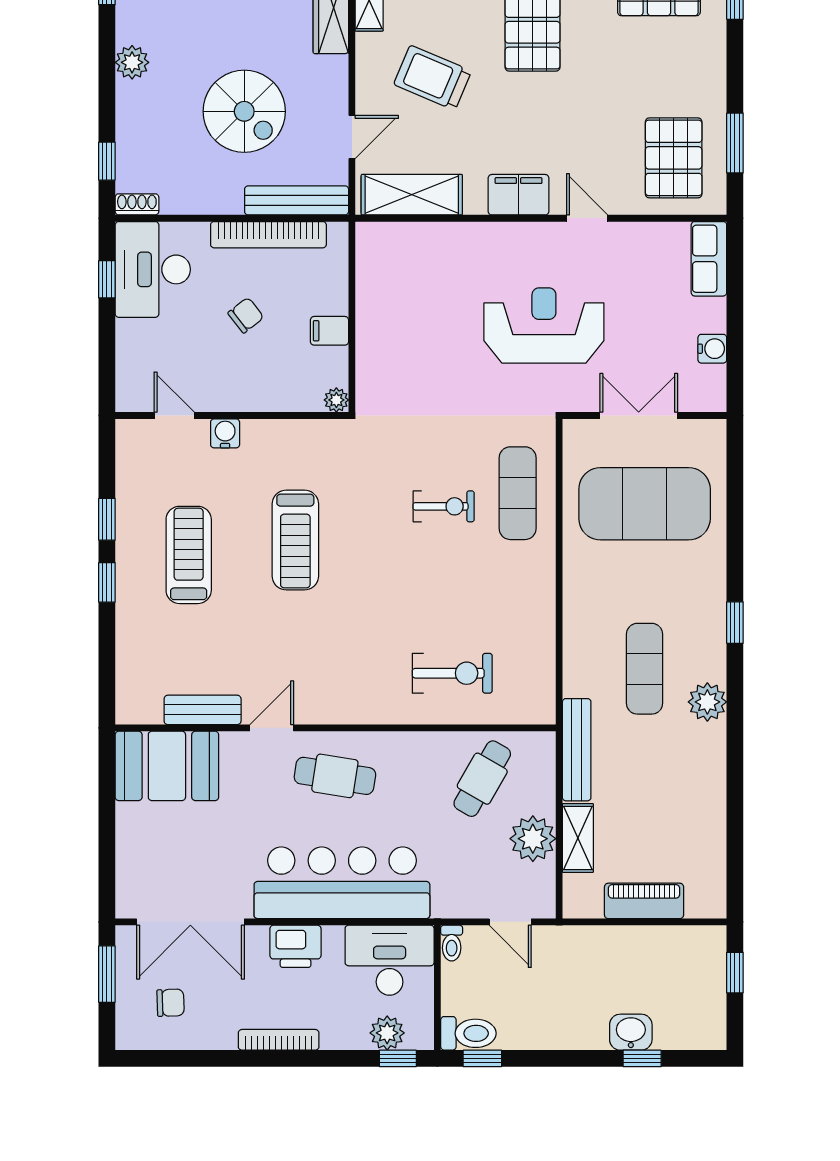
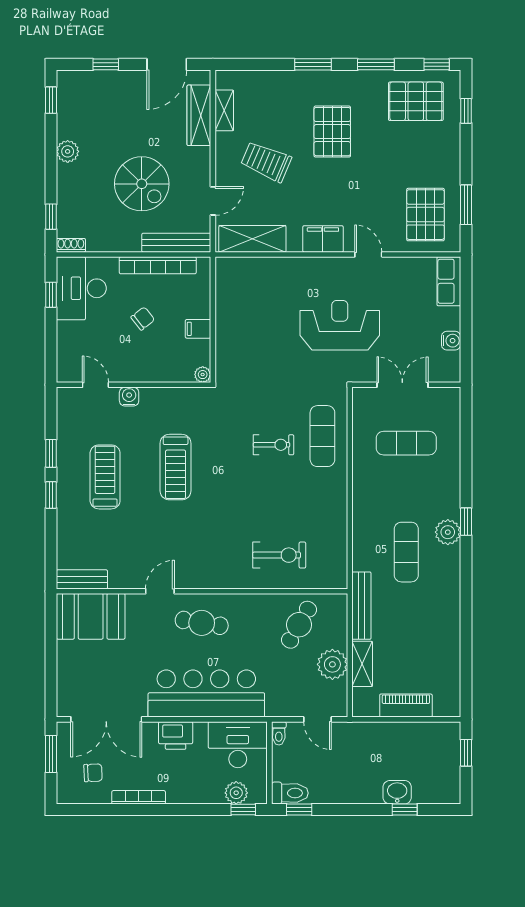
exercise mat: (645, 504) -> (406, 443), width x0.50, depth x0.69
plant: (707, 702) -> (448, 532), moved
bench: (203, 710) -> (82, 579), moved
bookcase: (279, 1040) -> (139, 797), moved

